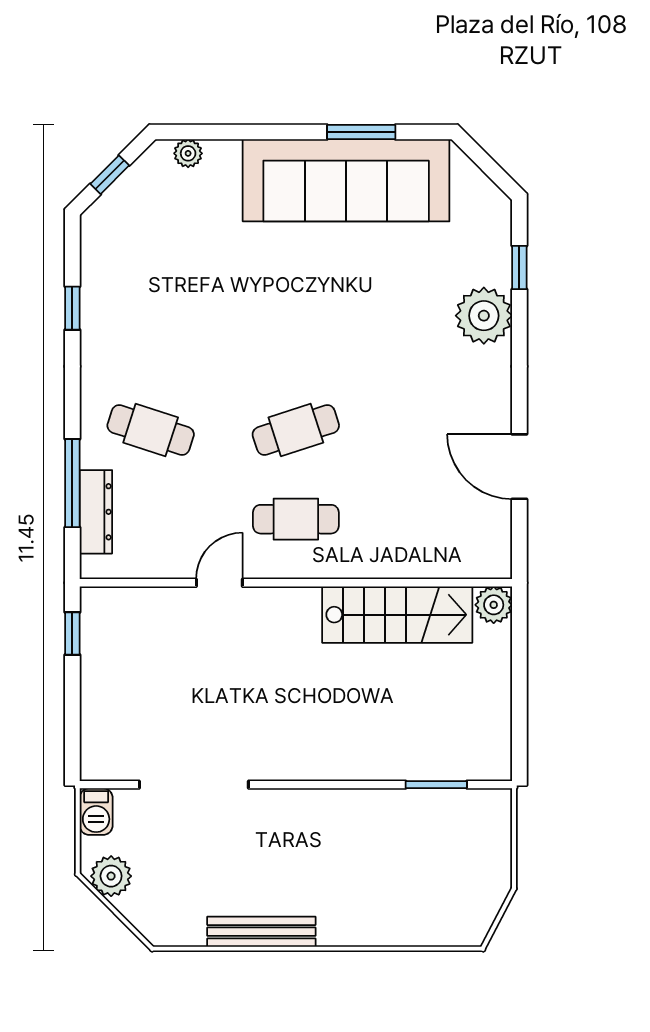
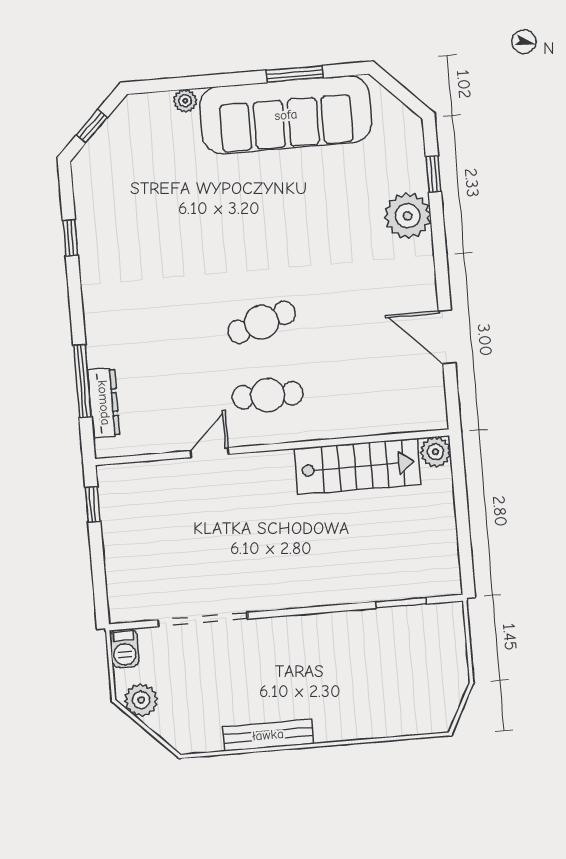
plant: (188, 153) -> (185, 101), moved
cafe table: (151, 430) -> (143, 332), removed

